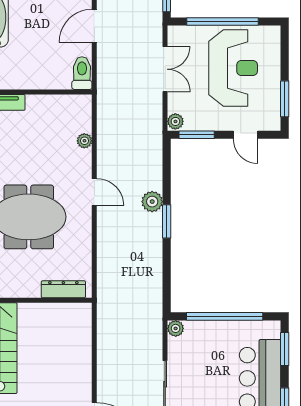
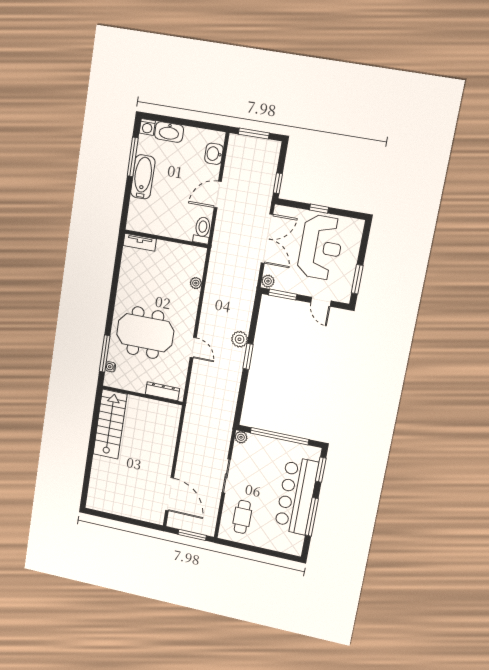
window: (222, 22) -> (319, 209), width x0.32
double door: (165, 69) -> (267, 239), width x1.37
door: (94, 192) -> (193, 348), moved

